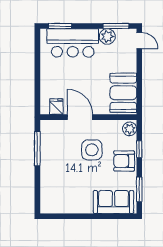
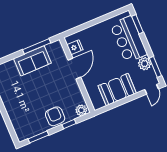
booth: (123, 93) -> (117, 90), moved
side table: (92, 150) -> (53, 88), removed
sofa: (114, 202) -> (32, 61), moved, turned 90

